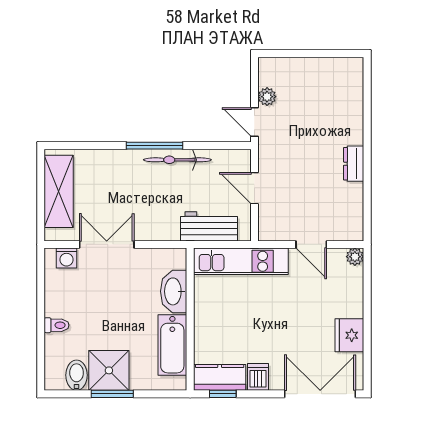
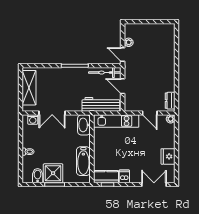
bicycle: (177, 160) -> (105, 73), moved
dresser: (354, 164) -> (170, 101), moved
workbench: (209, 226) -> (101, 104), width x1.38
double door: (107, 244) -> (52, 113), swing flipped
washbasin: (174, 291) -> (84, 125), moved
double door: (320, 394) -> (154, 184), width x0.73

